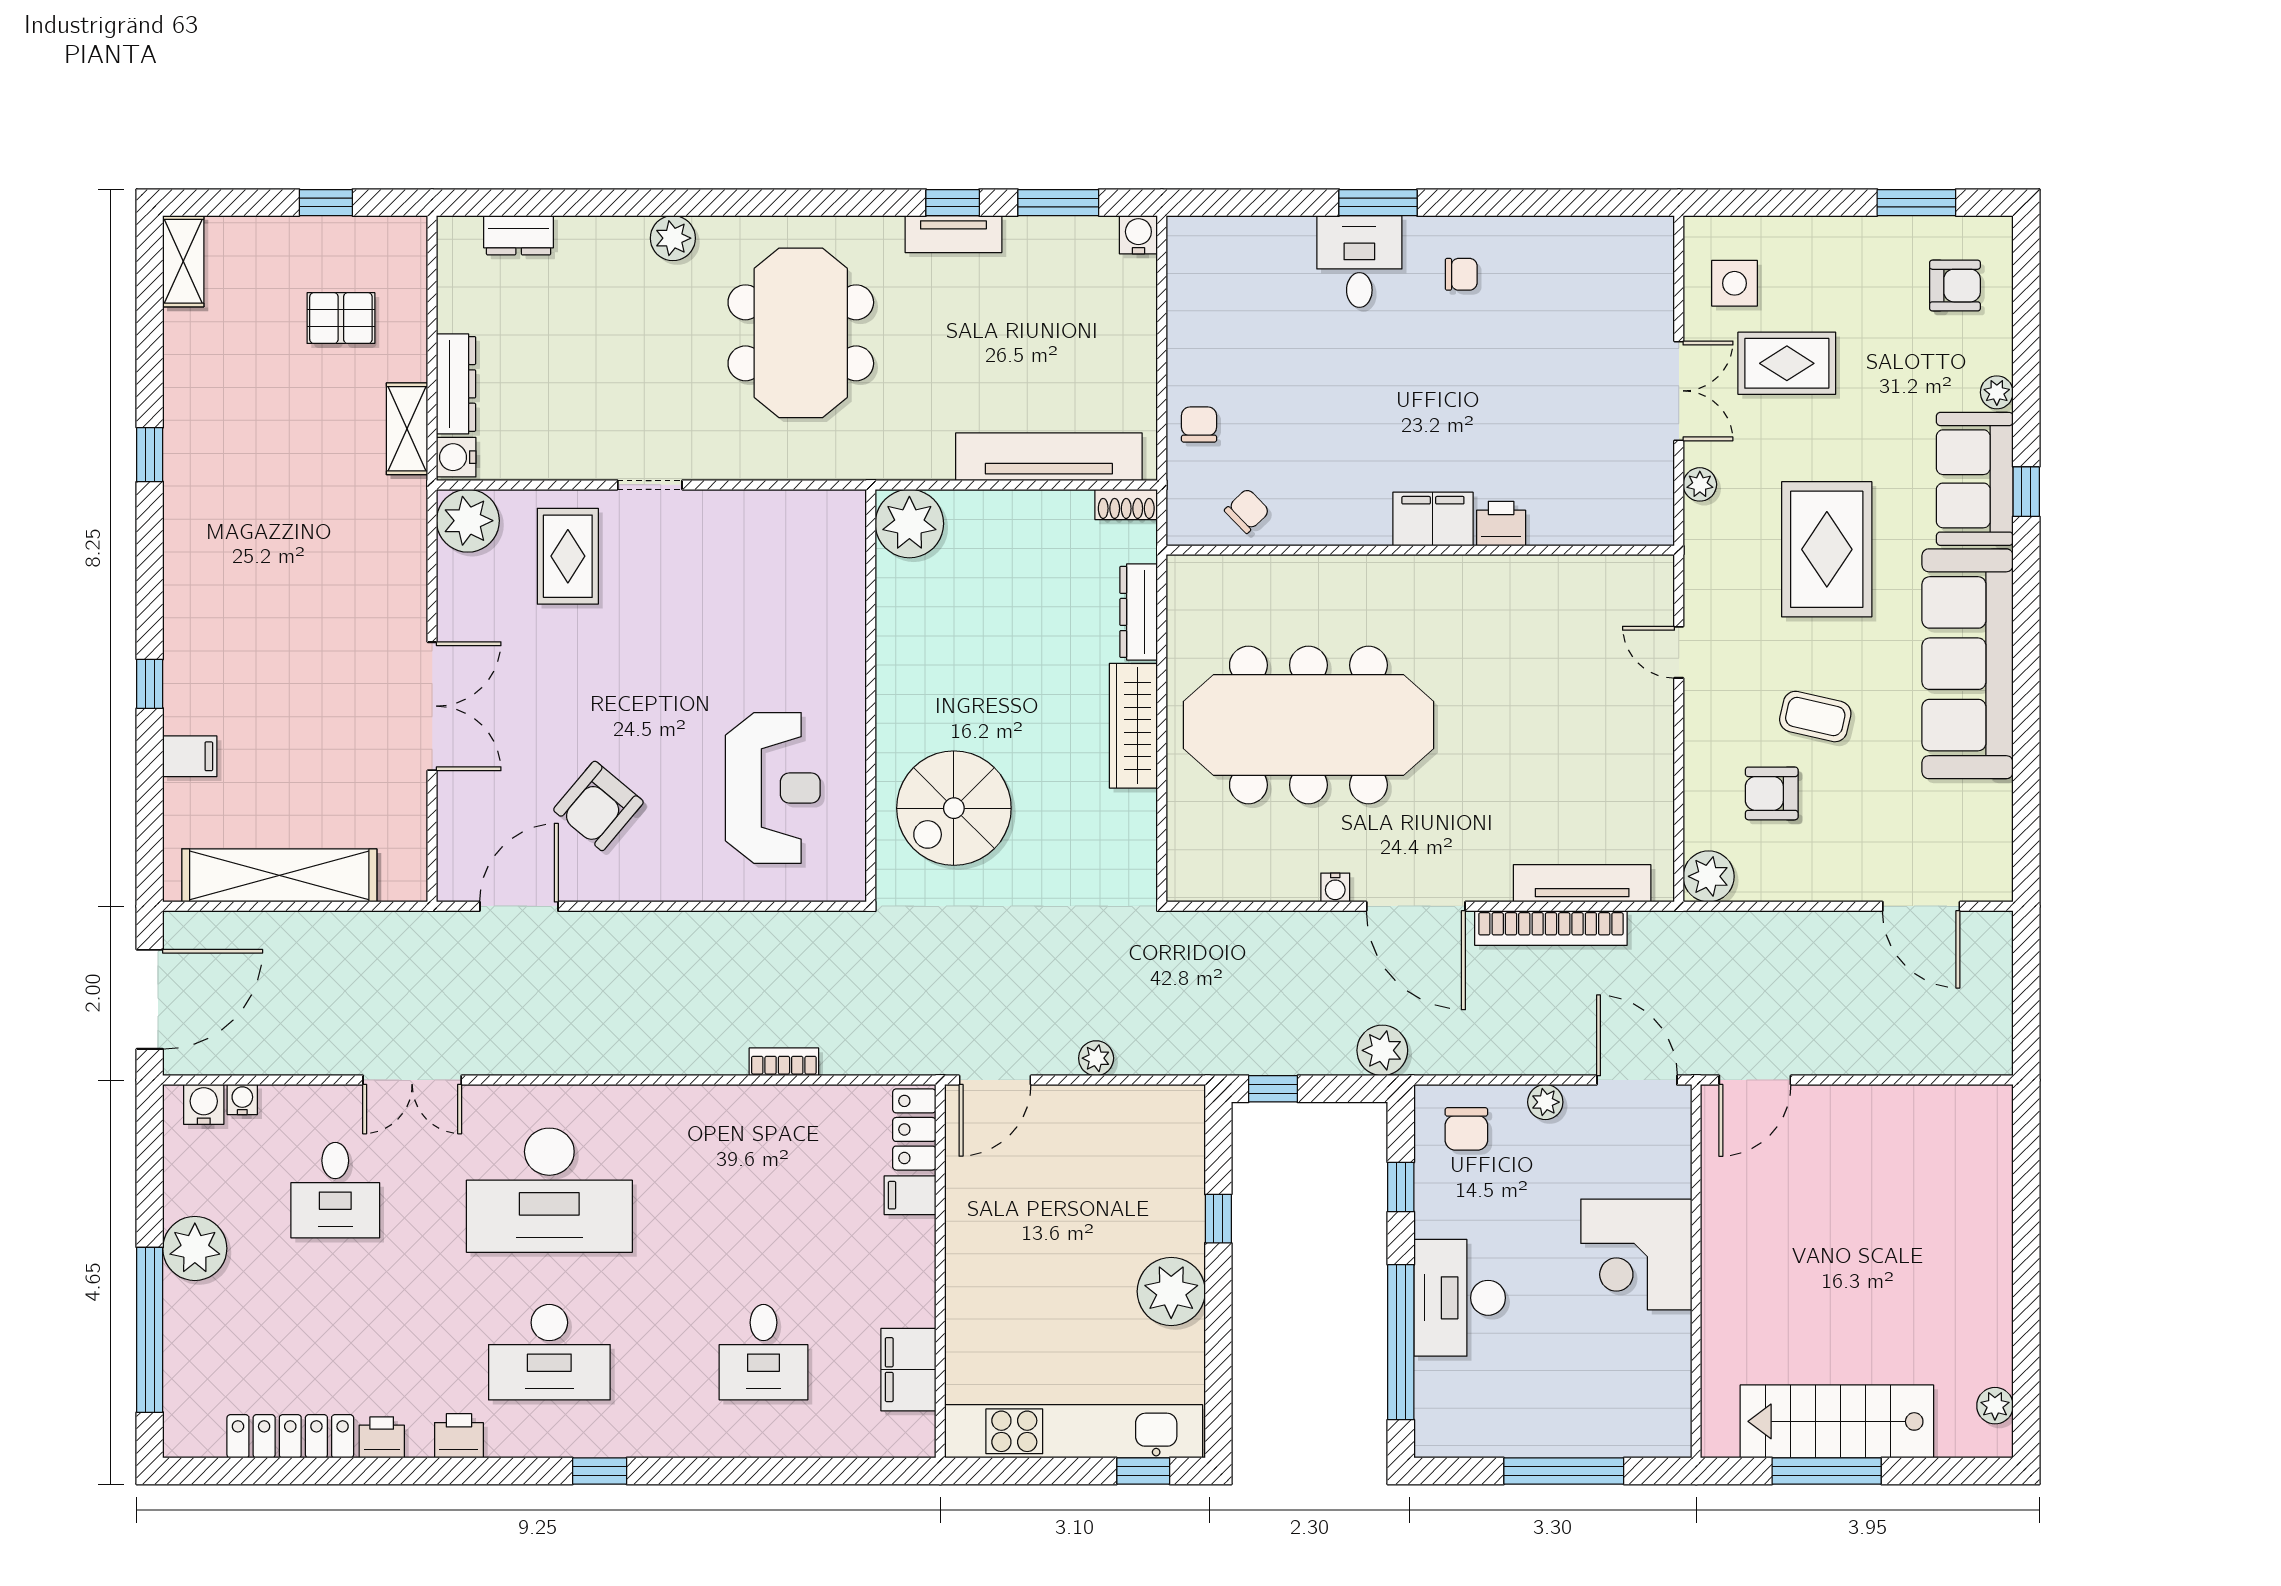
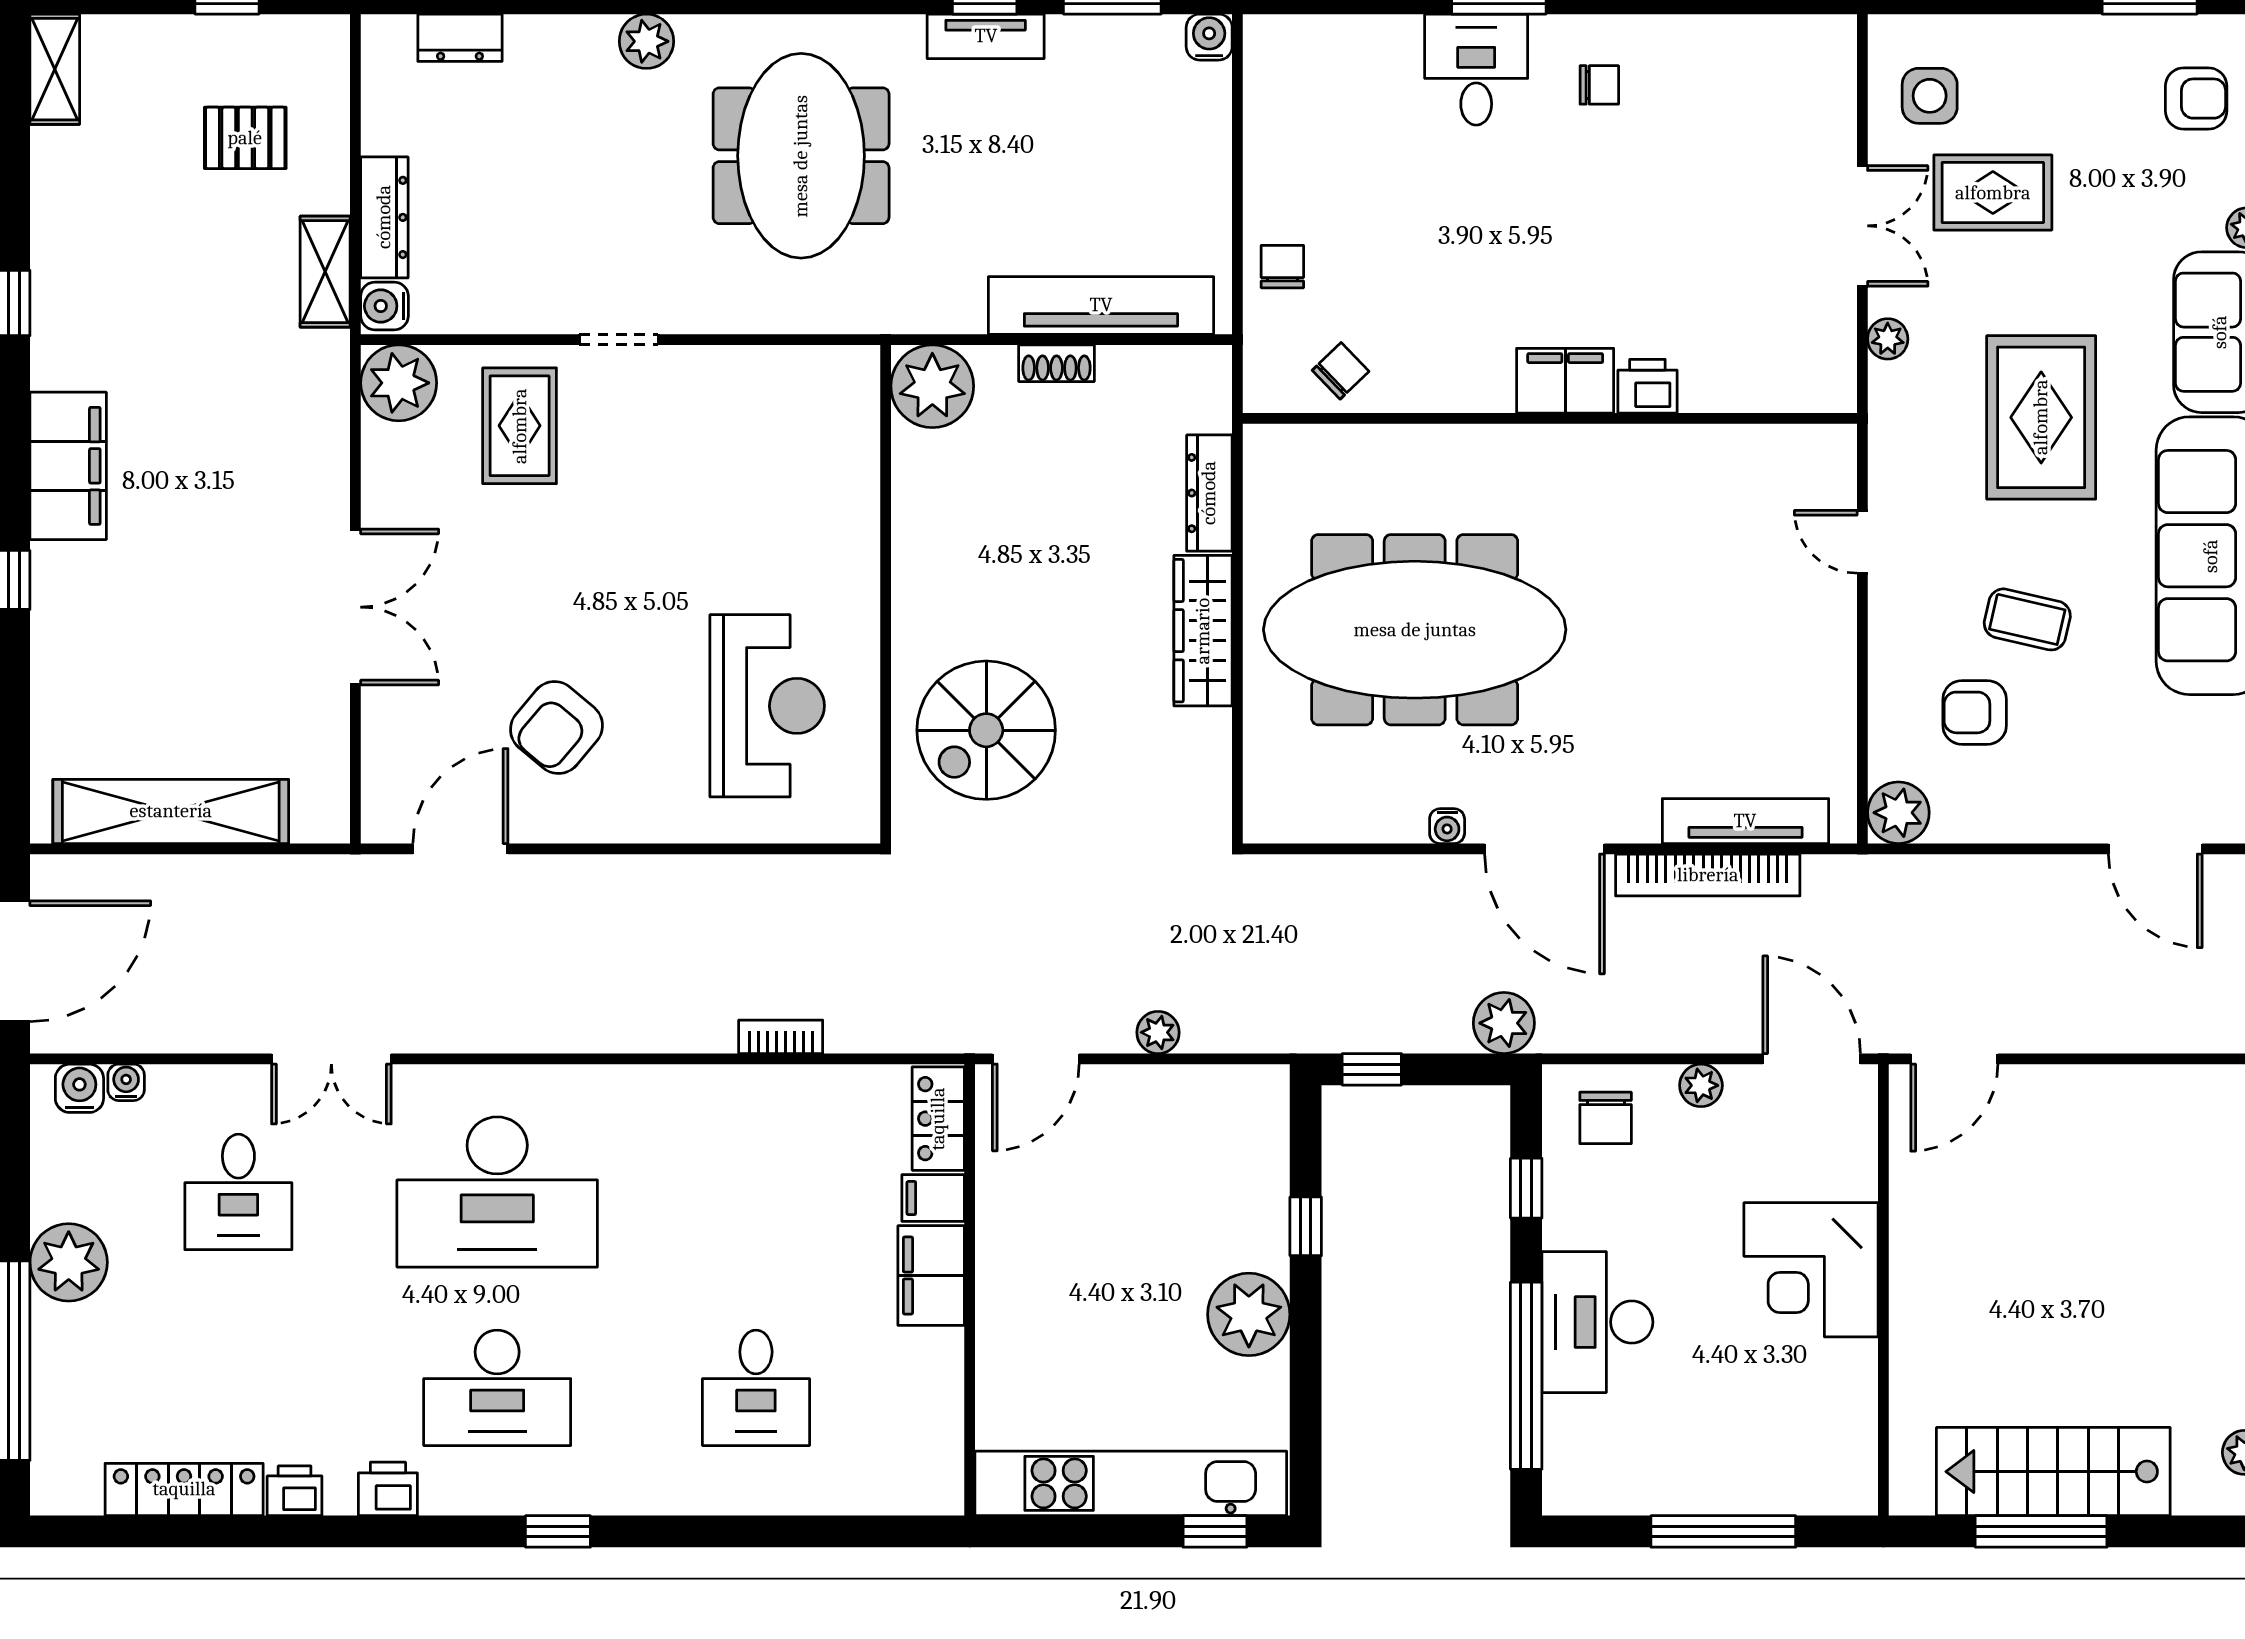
shoe rack: (1126, 504) -> (1056, 363), moved
filing cabinet: (190, 756) -> (68, 466), moved, width x3.00, depth x1.17
filing cabinet: (908, 1370) -> (931, 1276), moved

